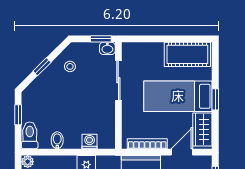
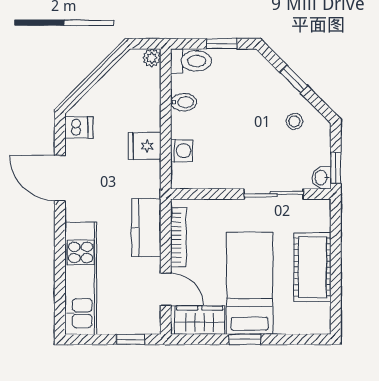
cot: (187, 54) -> (312, 267), moved

